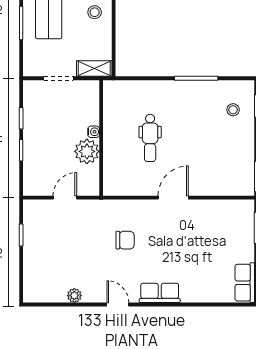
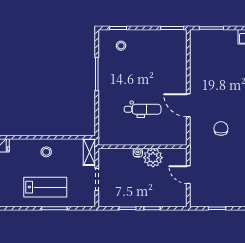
door: (173, 198) -> (188, 105), moved

